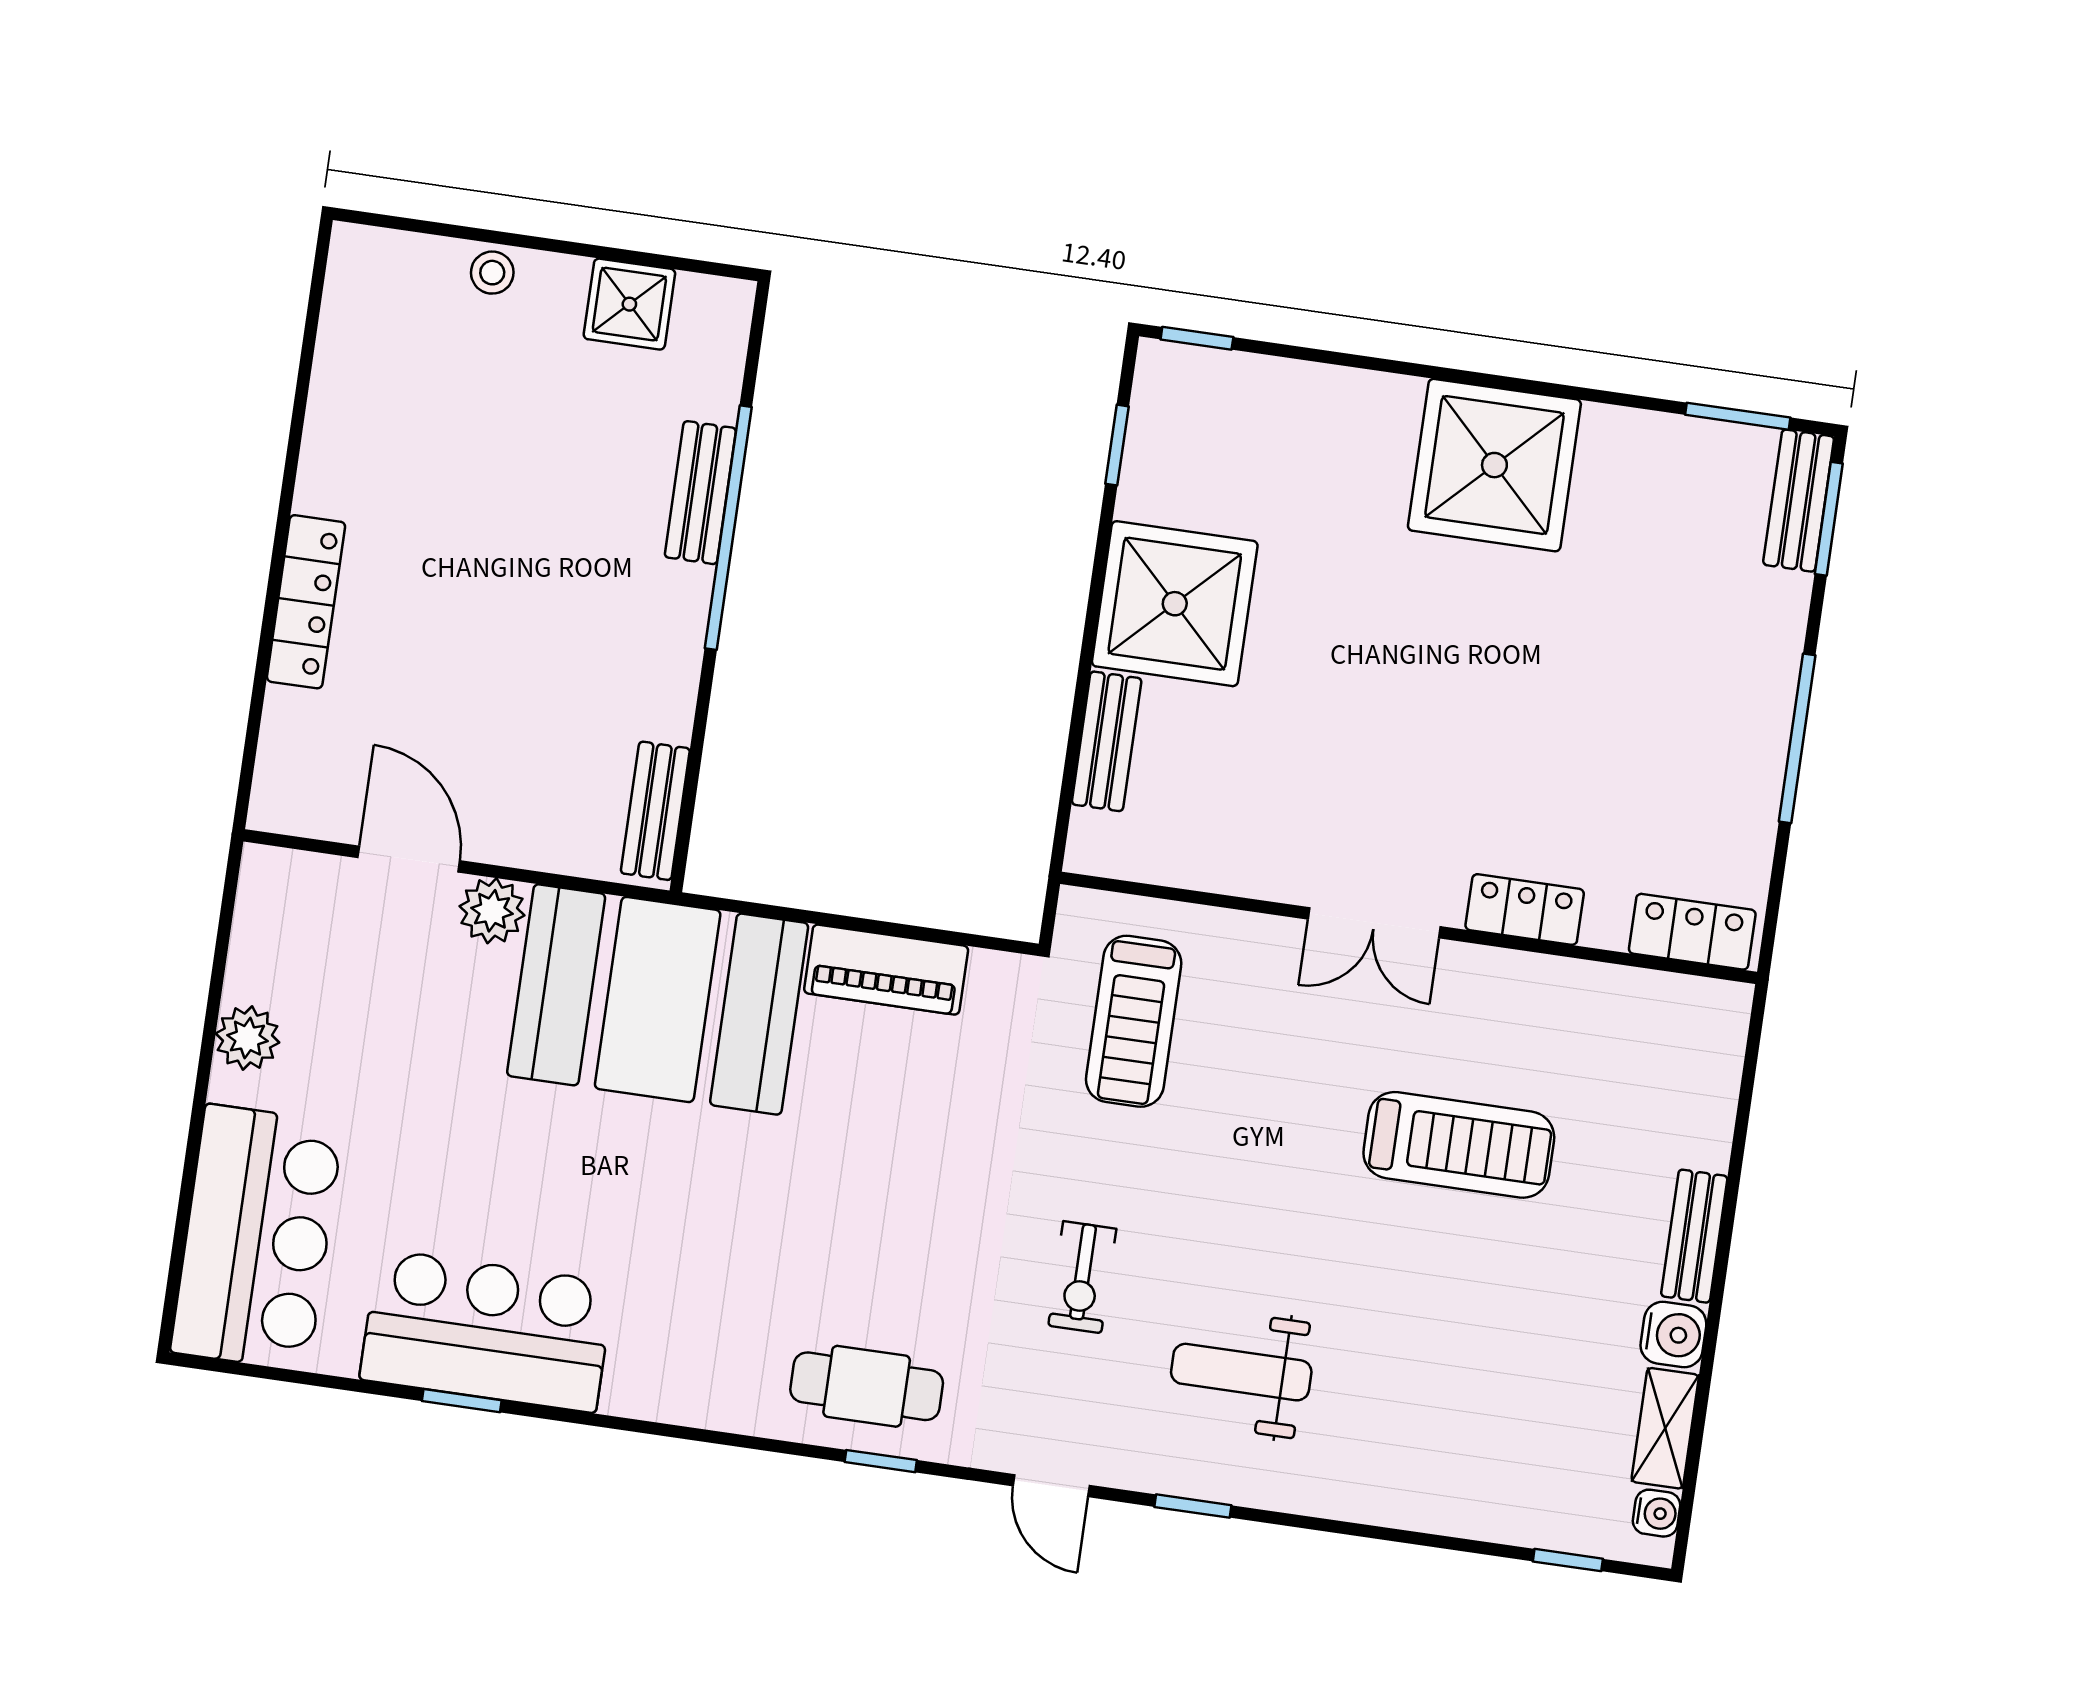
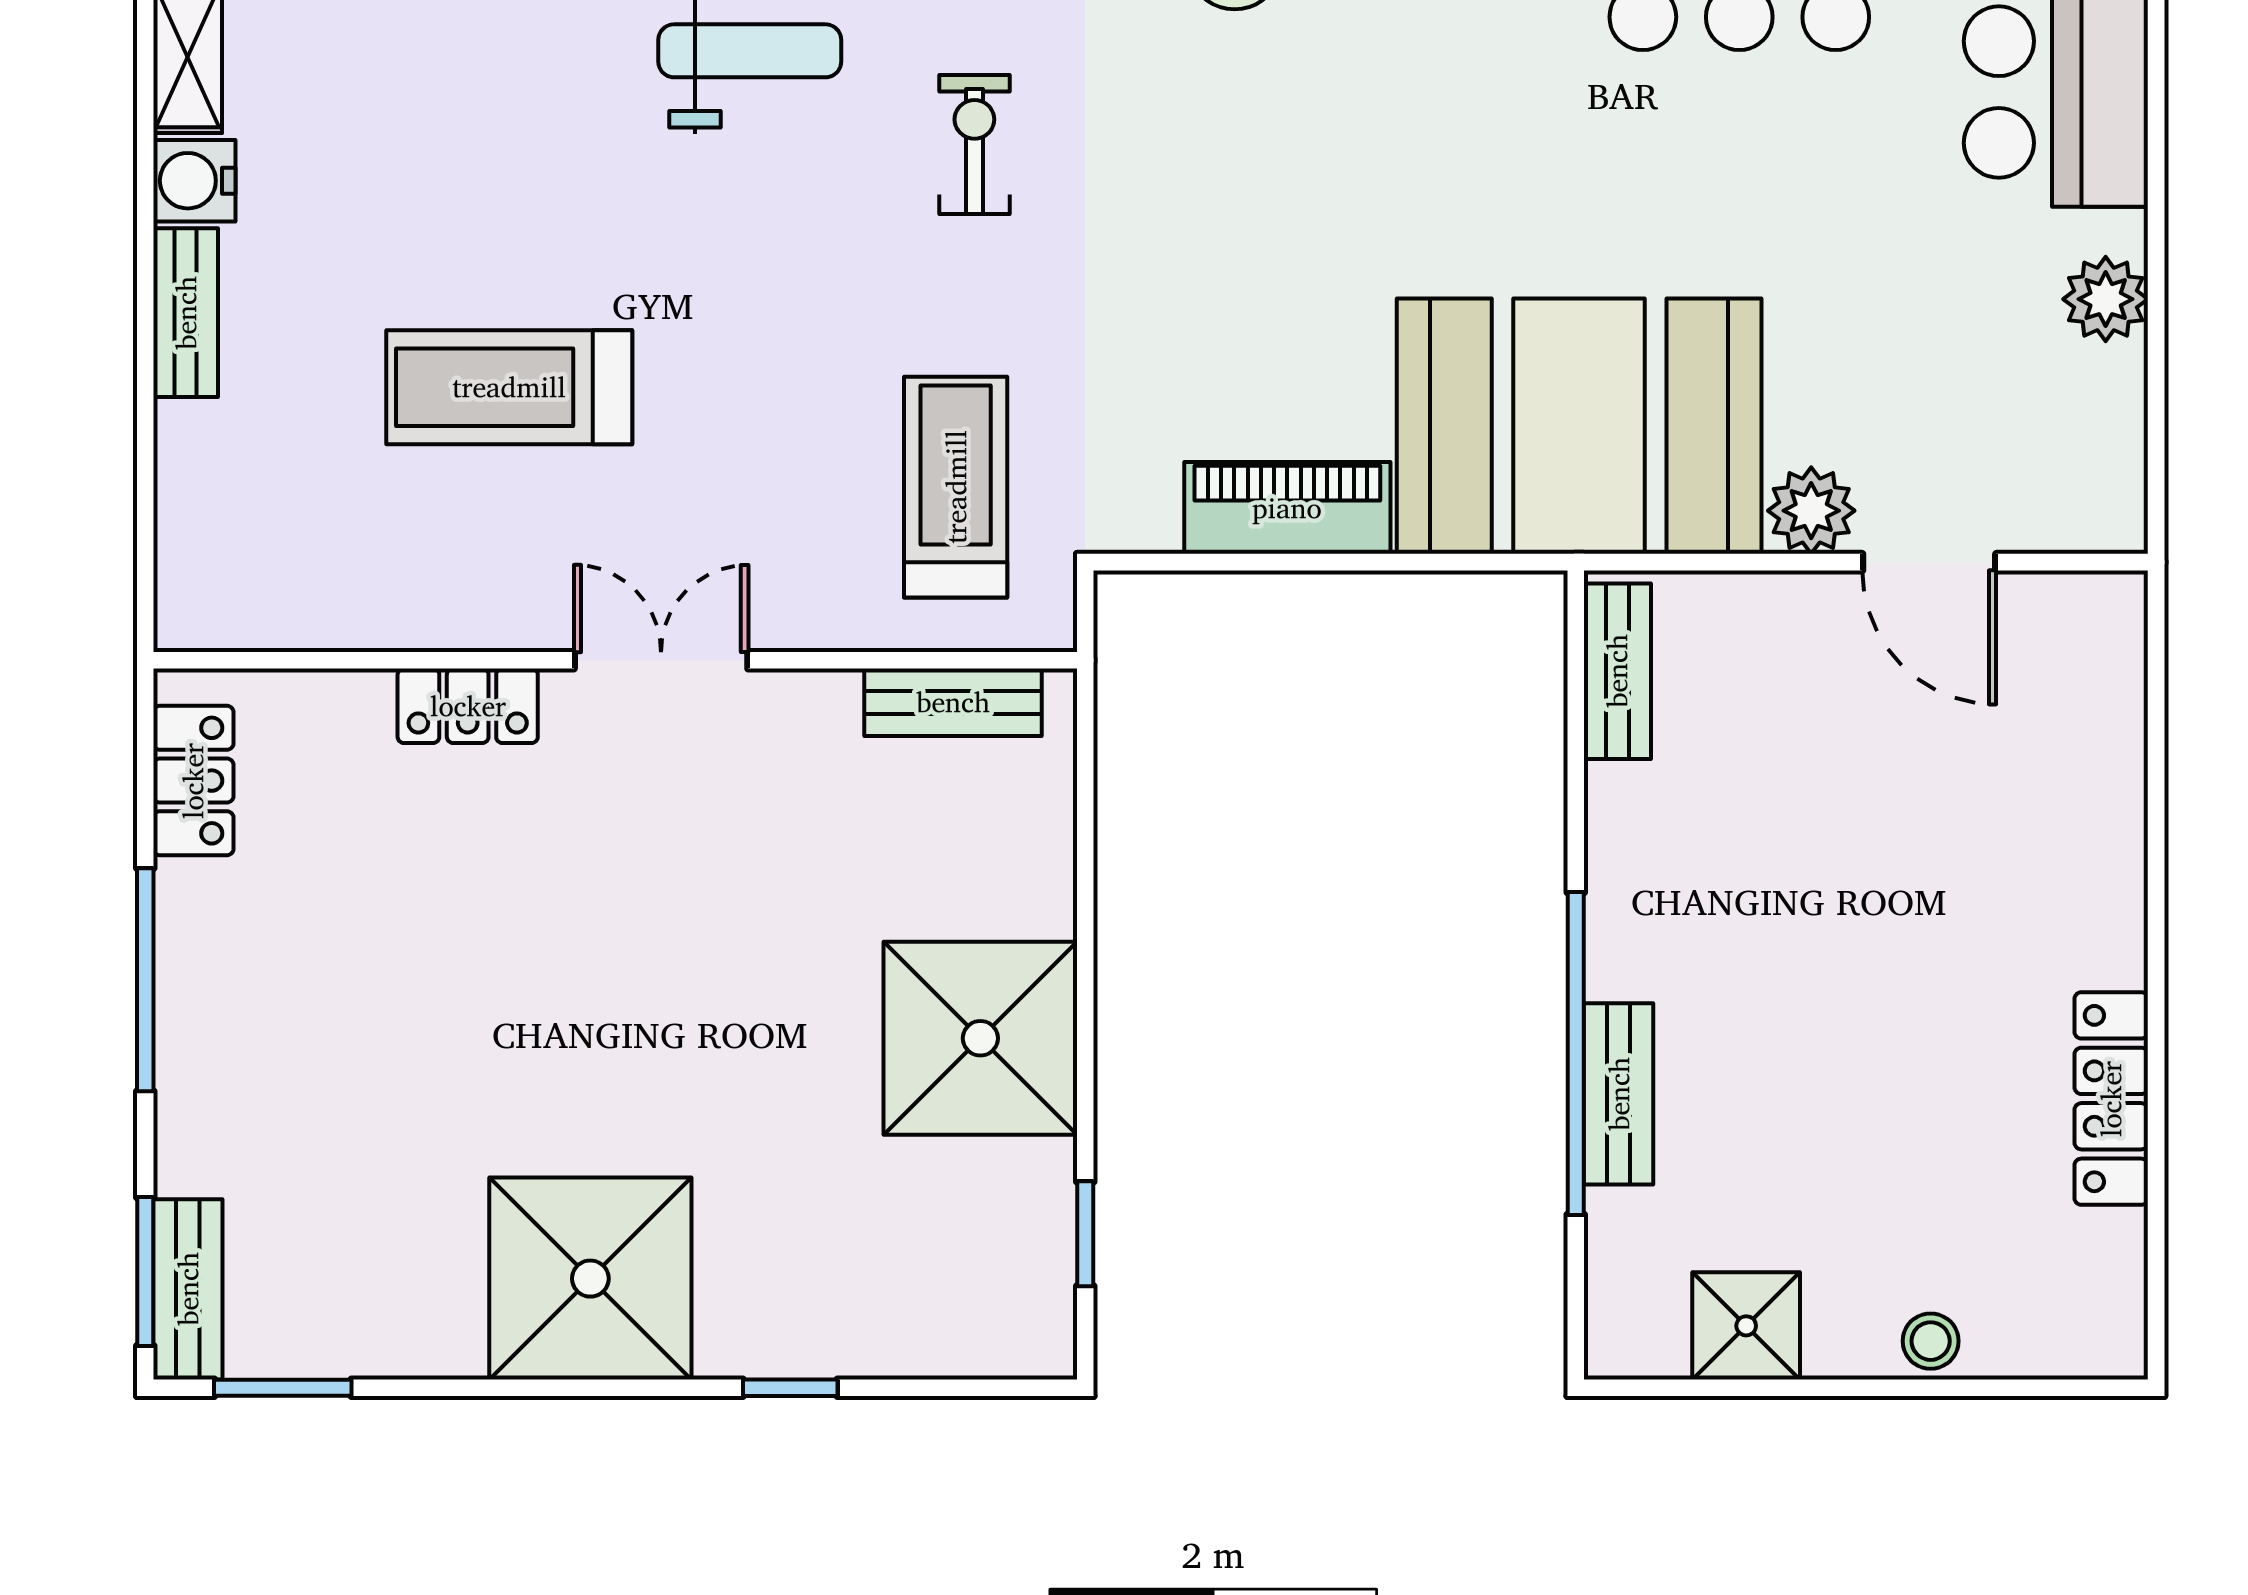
window: (1197, 338) -> (790, 1388), moved
locker: (306, 602) -> (2111, 1099), moved
bench: (1107, 741) -> (953, 702), moved, turned 90
locker: (1692, 932) -> (193, 781), moved, turned -90

